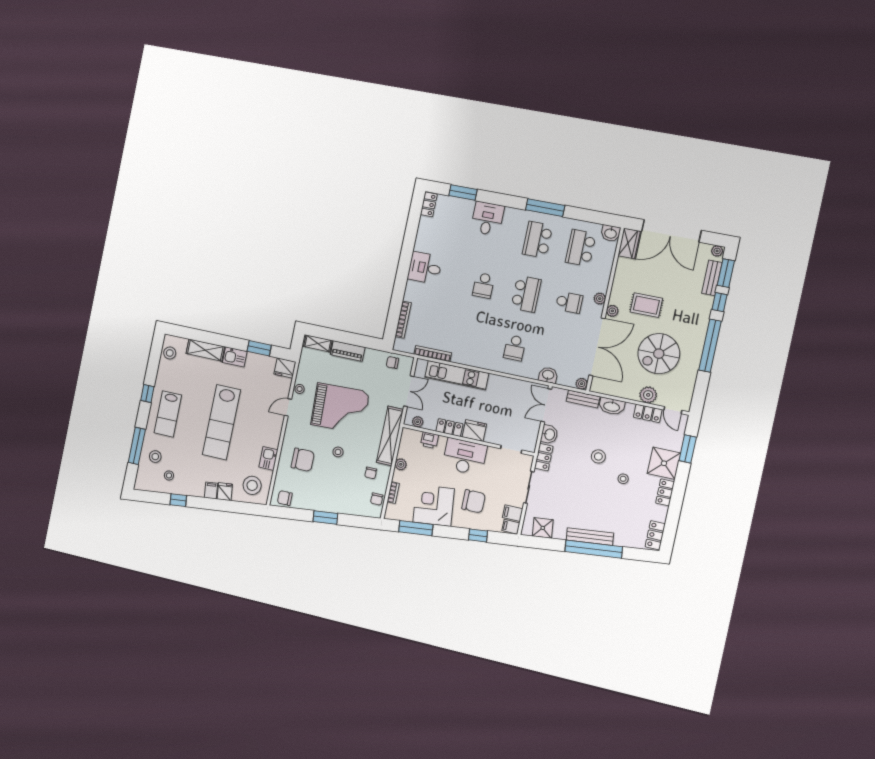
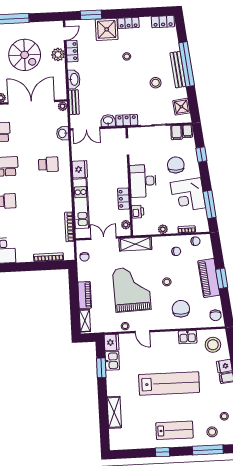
stool: (170, 353) -> (124, 442), removed
kitchen sink: (235, 357) -> (112, 361), moved
fridge: (474, 431) -> (80, 169), moved, turned 180
shelving: (390, 436) -> (135, 244), width x0.68
stool: (598, 456) -> (156, 83), moved
piano: (330, 503) -> (209, 278), added

